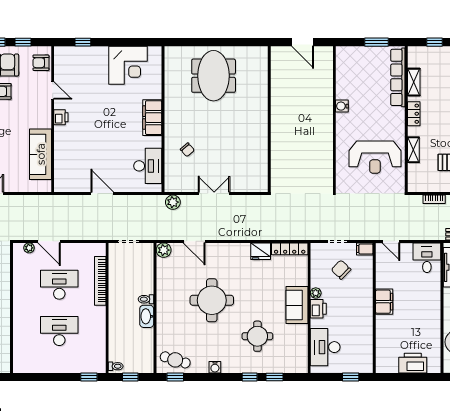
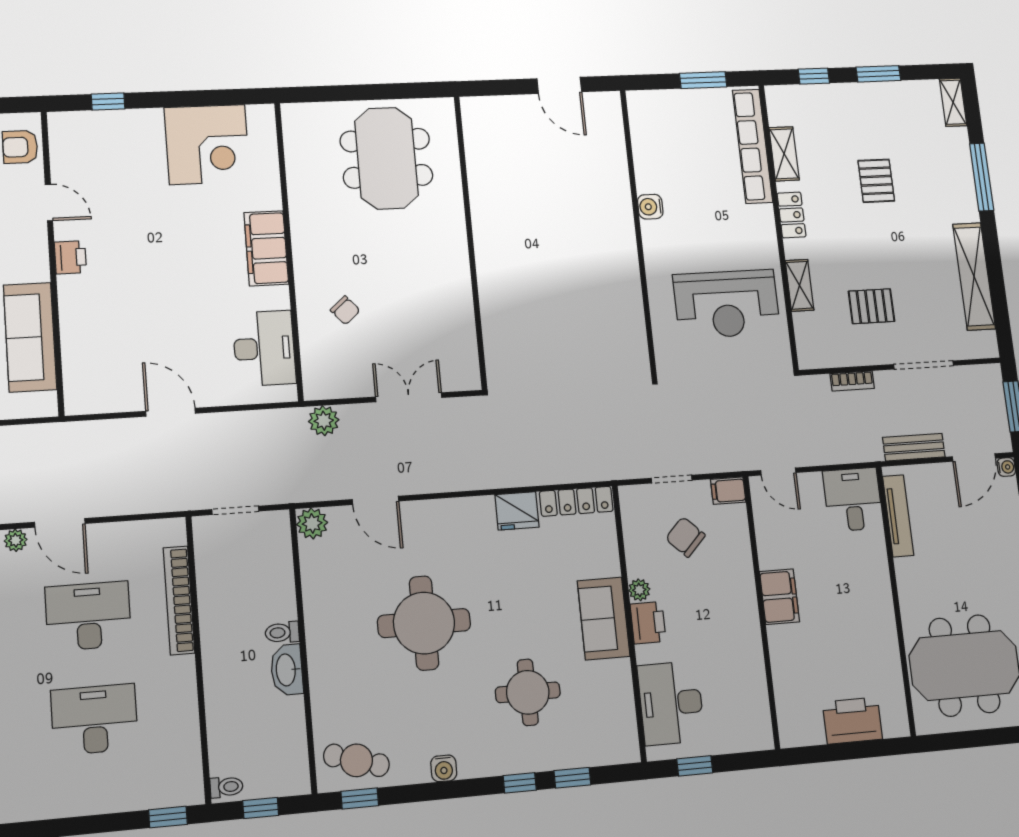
wall: (269, 119) -> (470, 241), moved
window: (351, 377) -> (695, 766), moved

